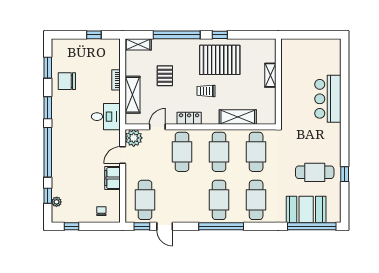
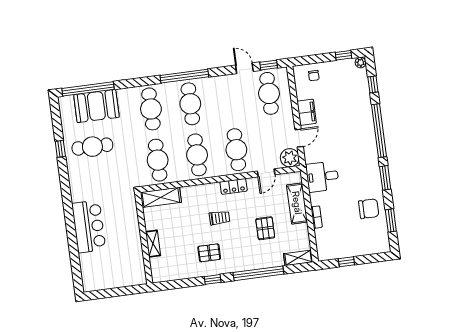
pallet: (220, 60) -> (209, 253), width x0.49, depth x0.50
shelving: (238, 117) -> (161, 197), moved
plant: (57, 202) -> (361, 63), moved

